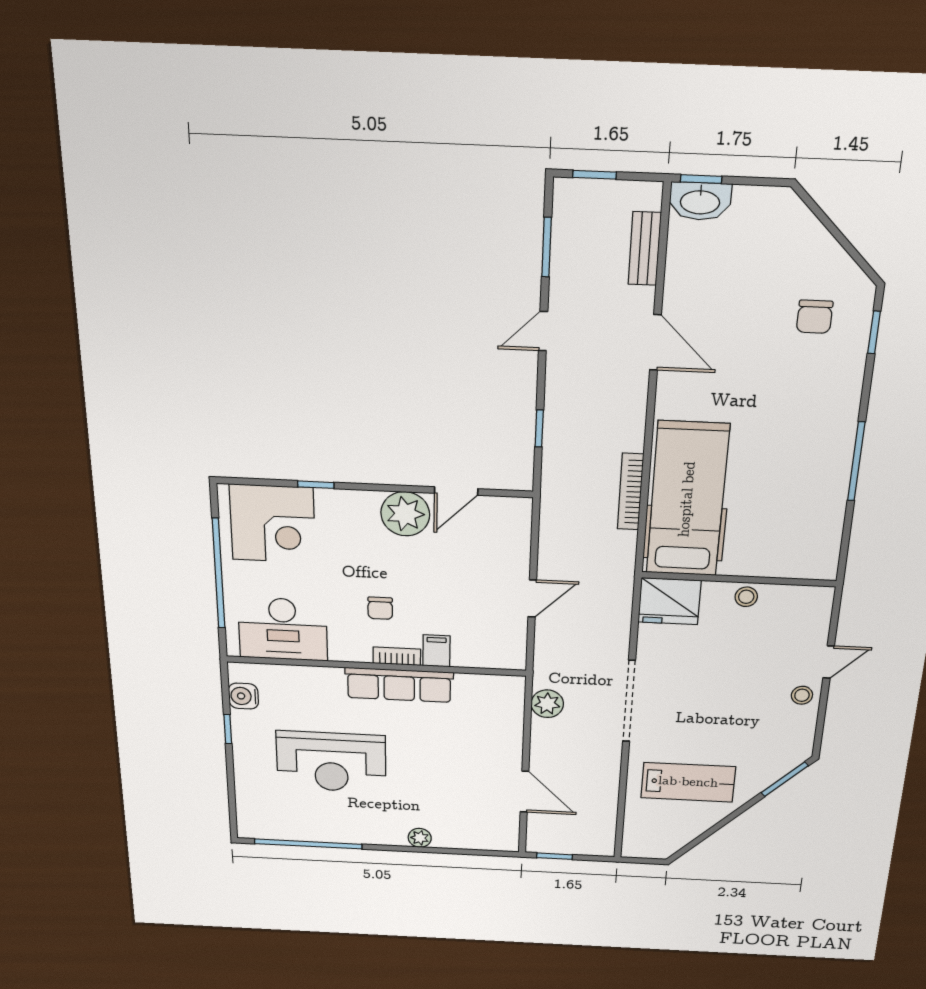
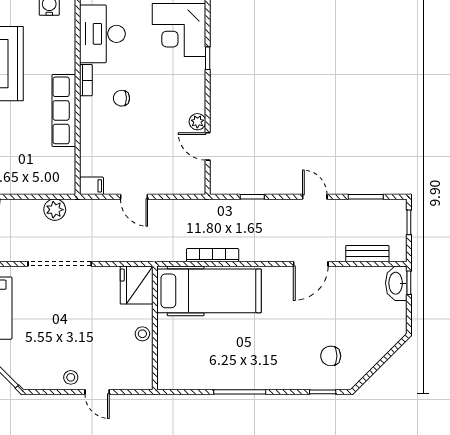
plant: (405, 514) -> (197, 122), width x0.53, depth x0.53
filing cabinet: (436, 651) -> (91, 186), moved
bookcase: (397, 656) -> (86, 80), moved

